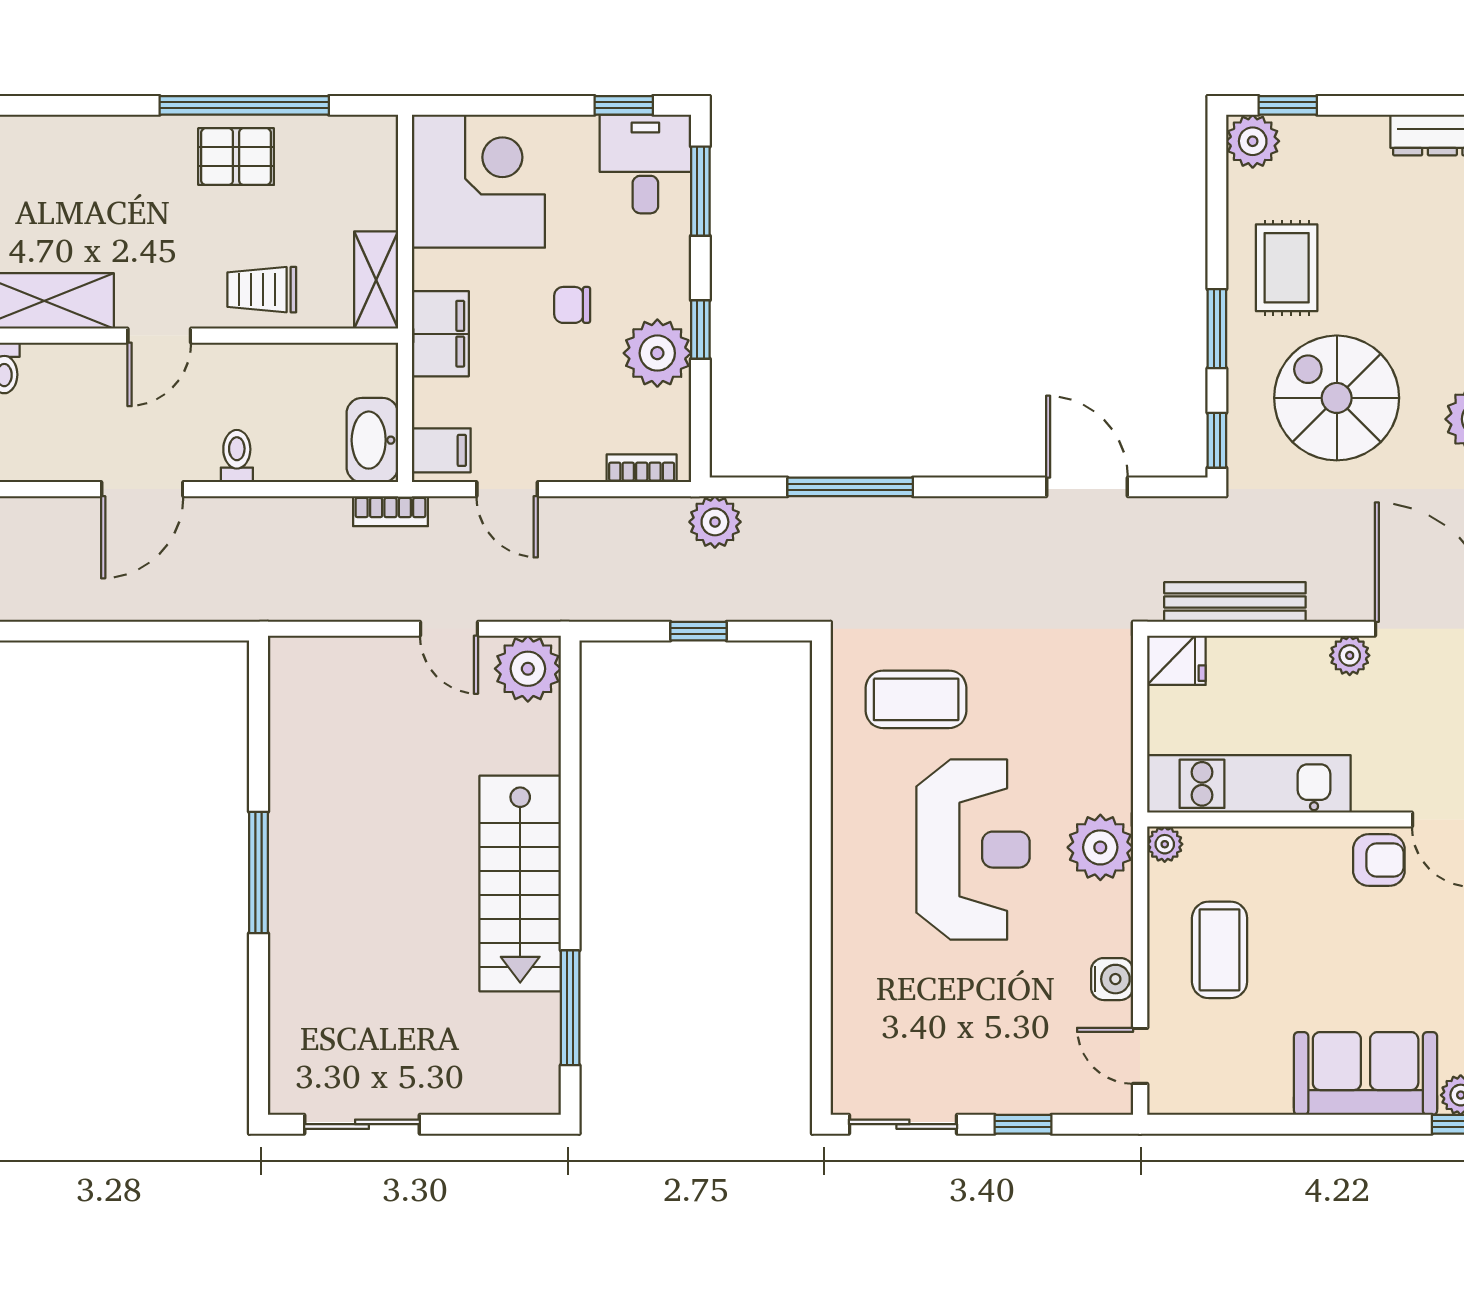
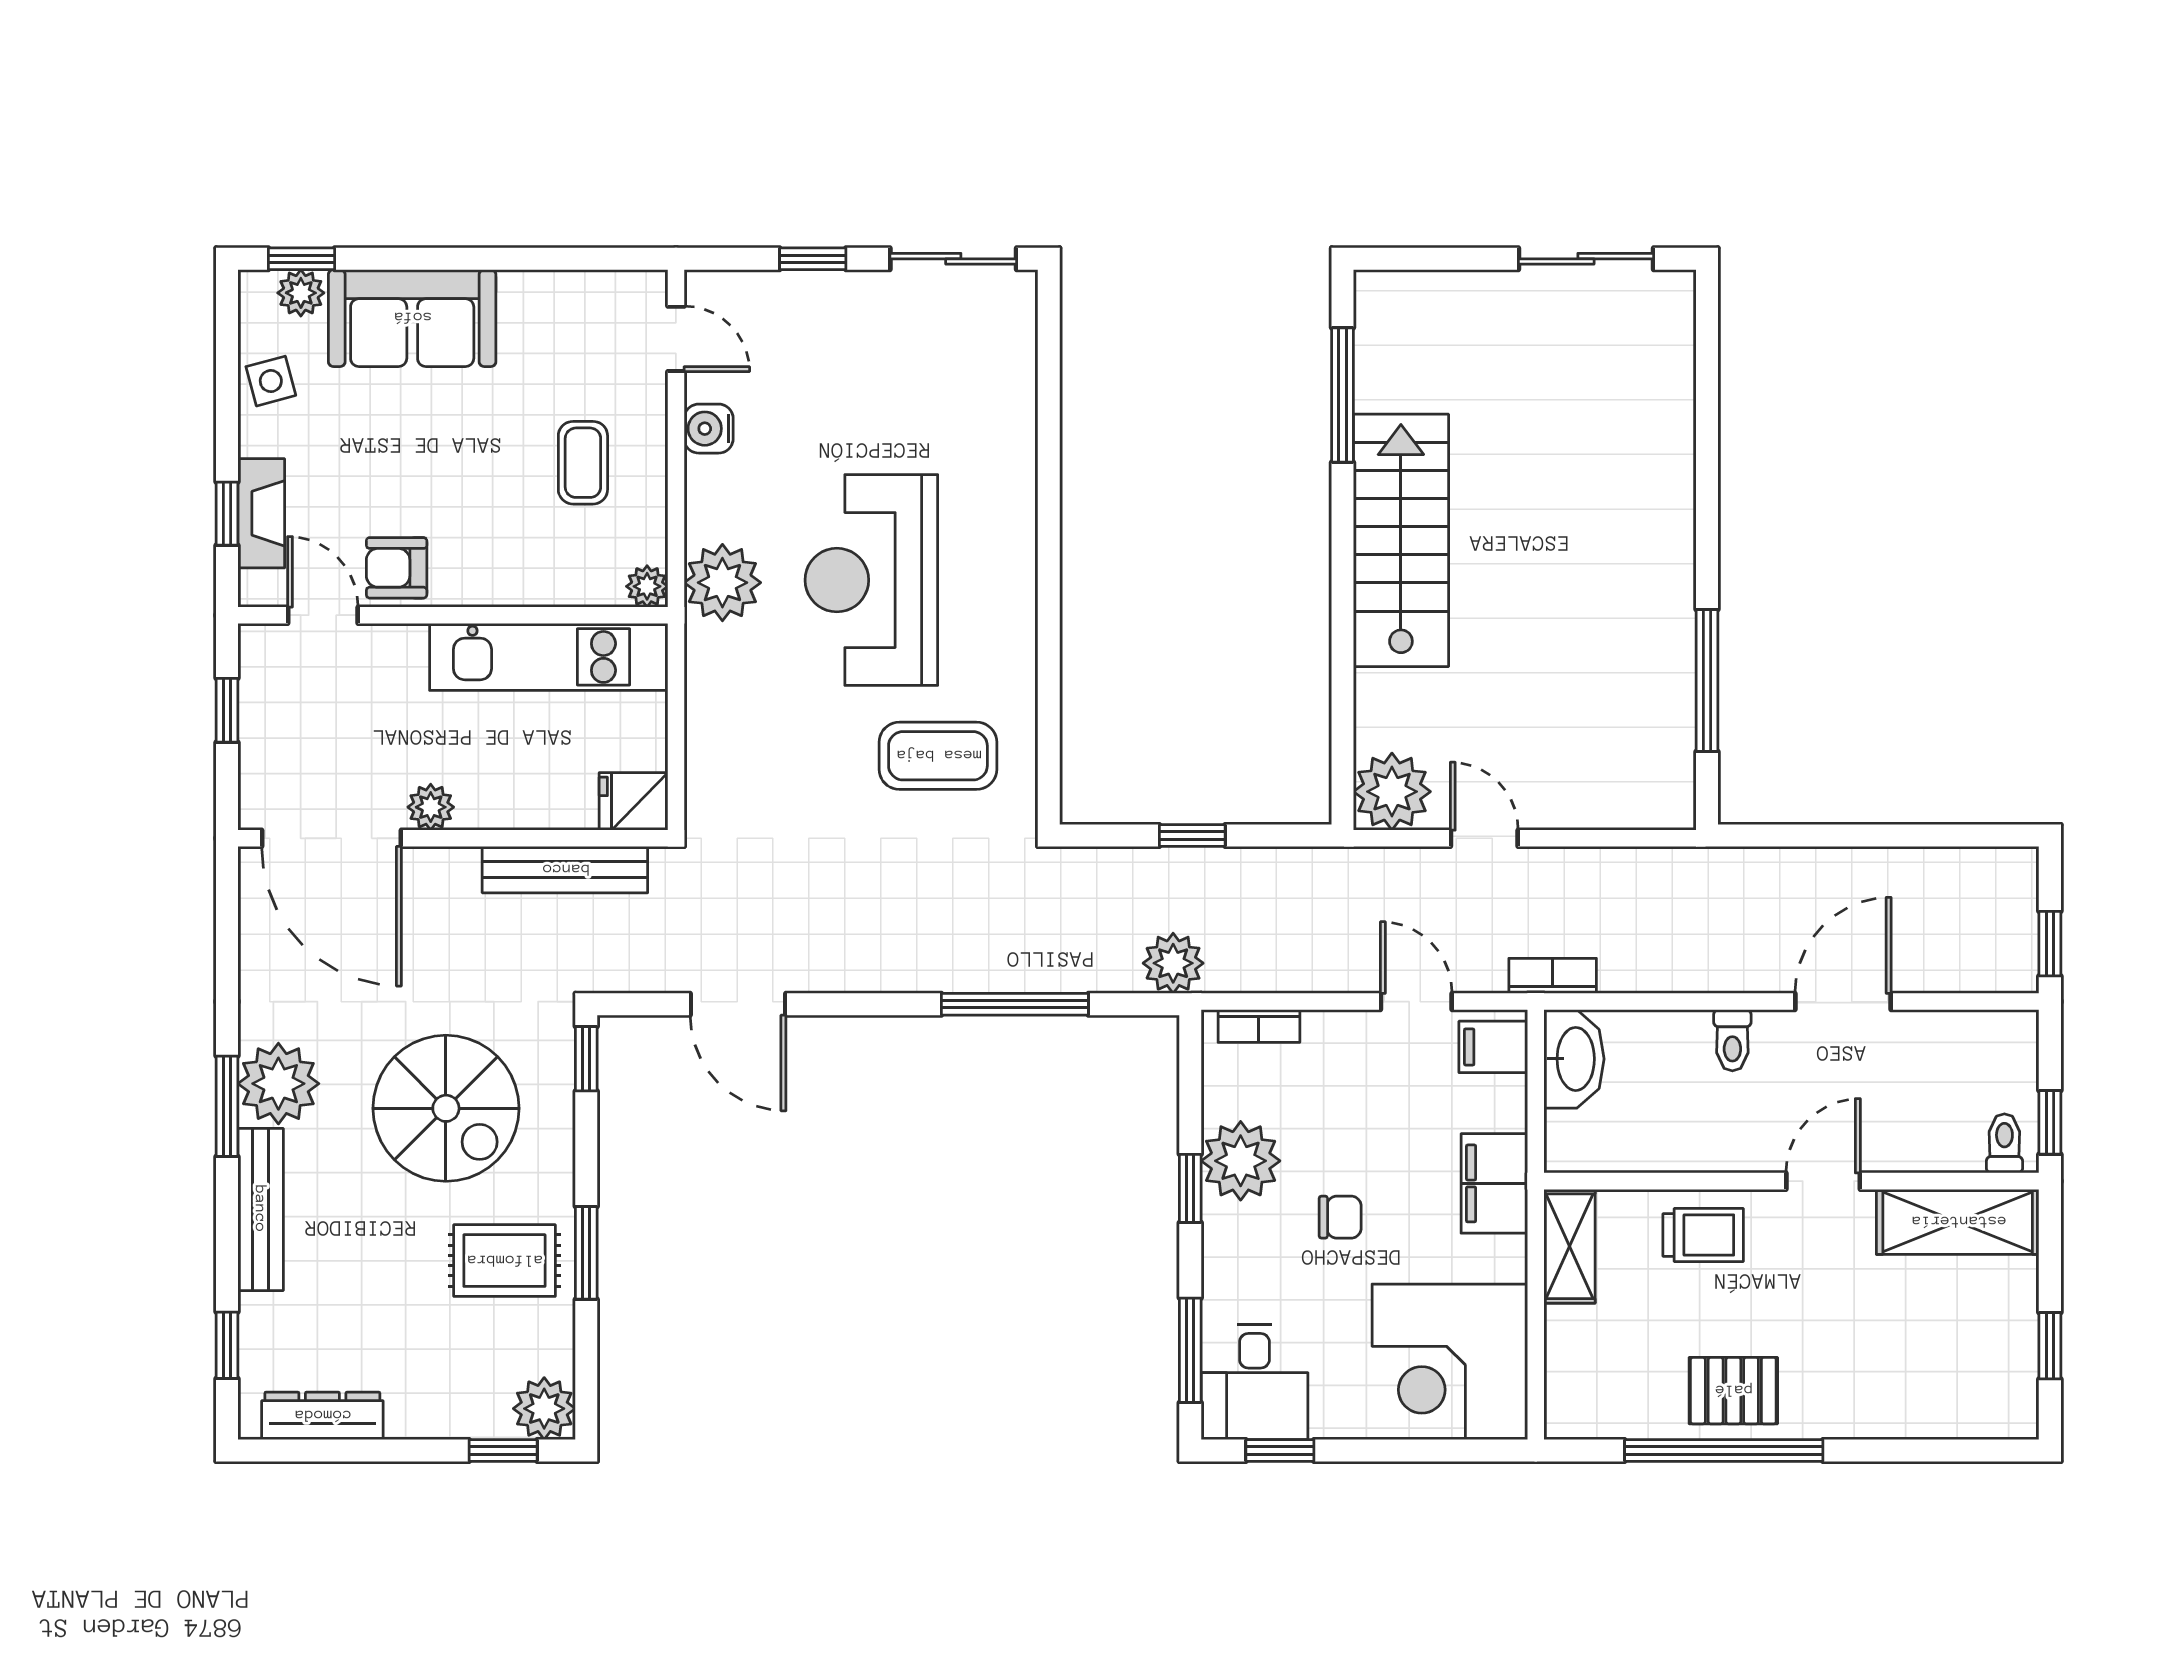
rug: (1287, 268) -> (504, 1261), turned 90
window: (1217, 329) -> (586, 1253), moved
window: (258, 872) -> (1707, 680), moved
coffee table: (1220, 950) -> (583, 463), width x0.73, depth x0.77

